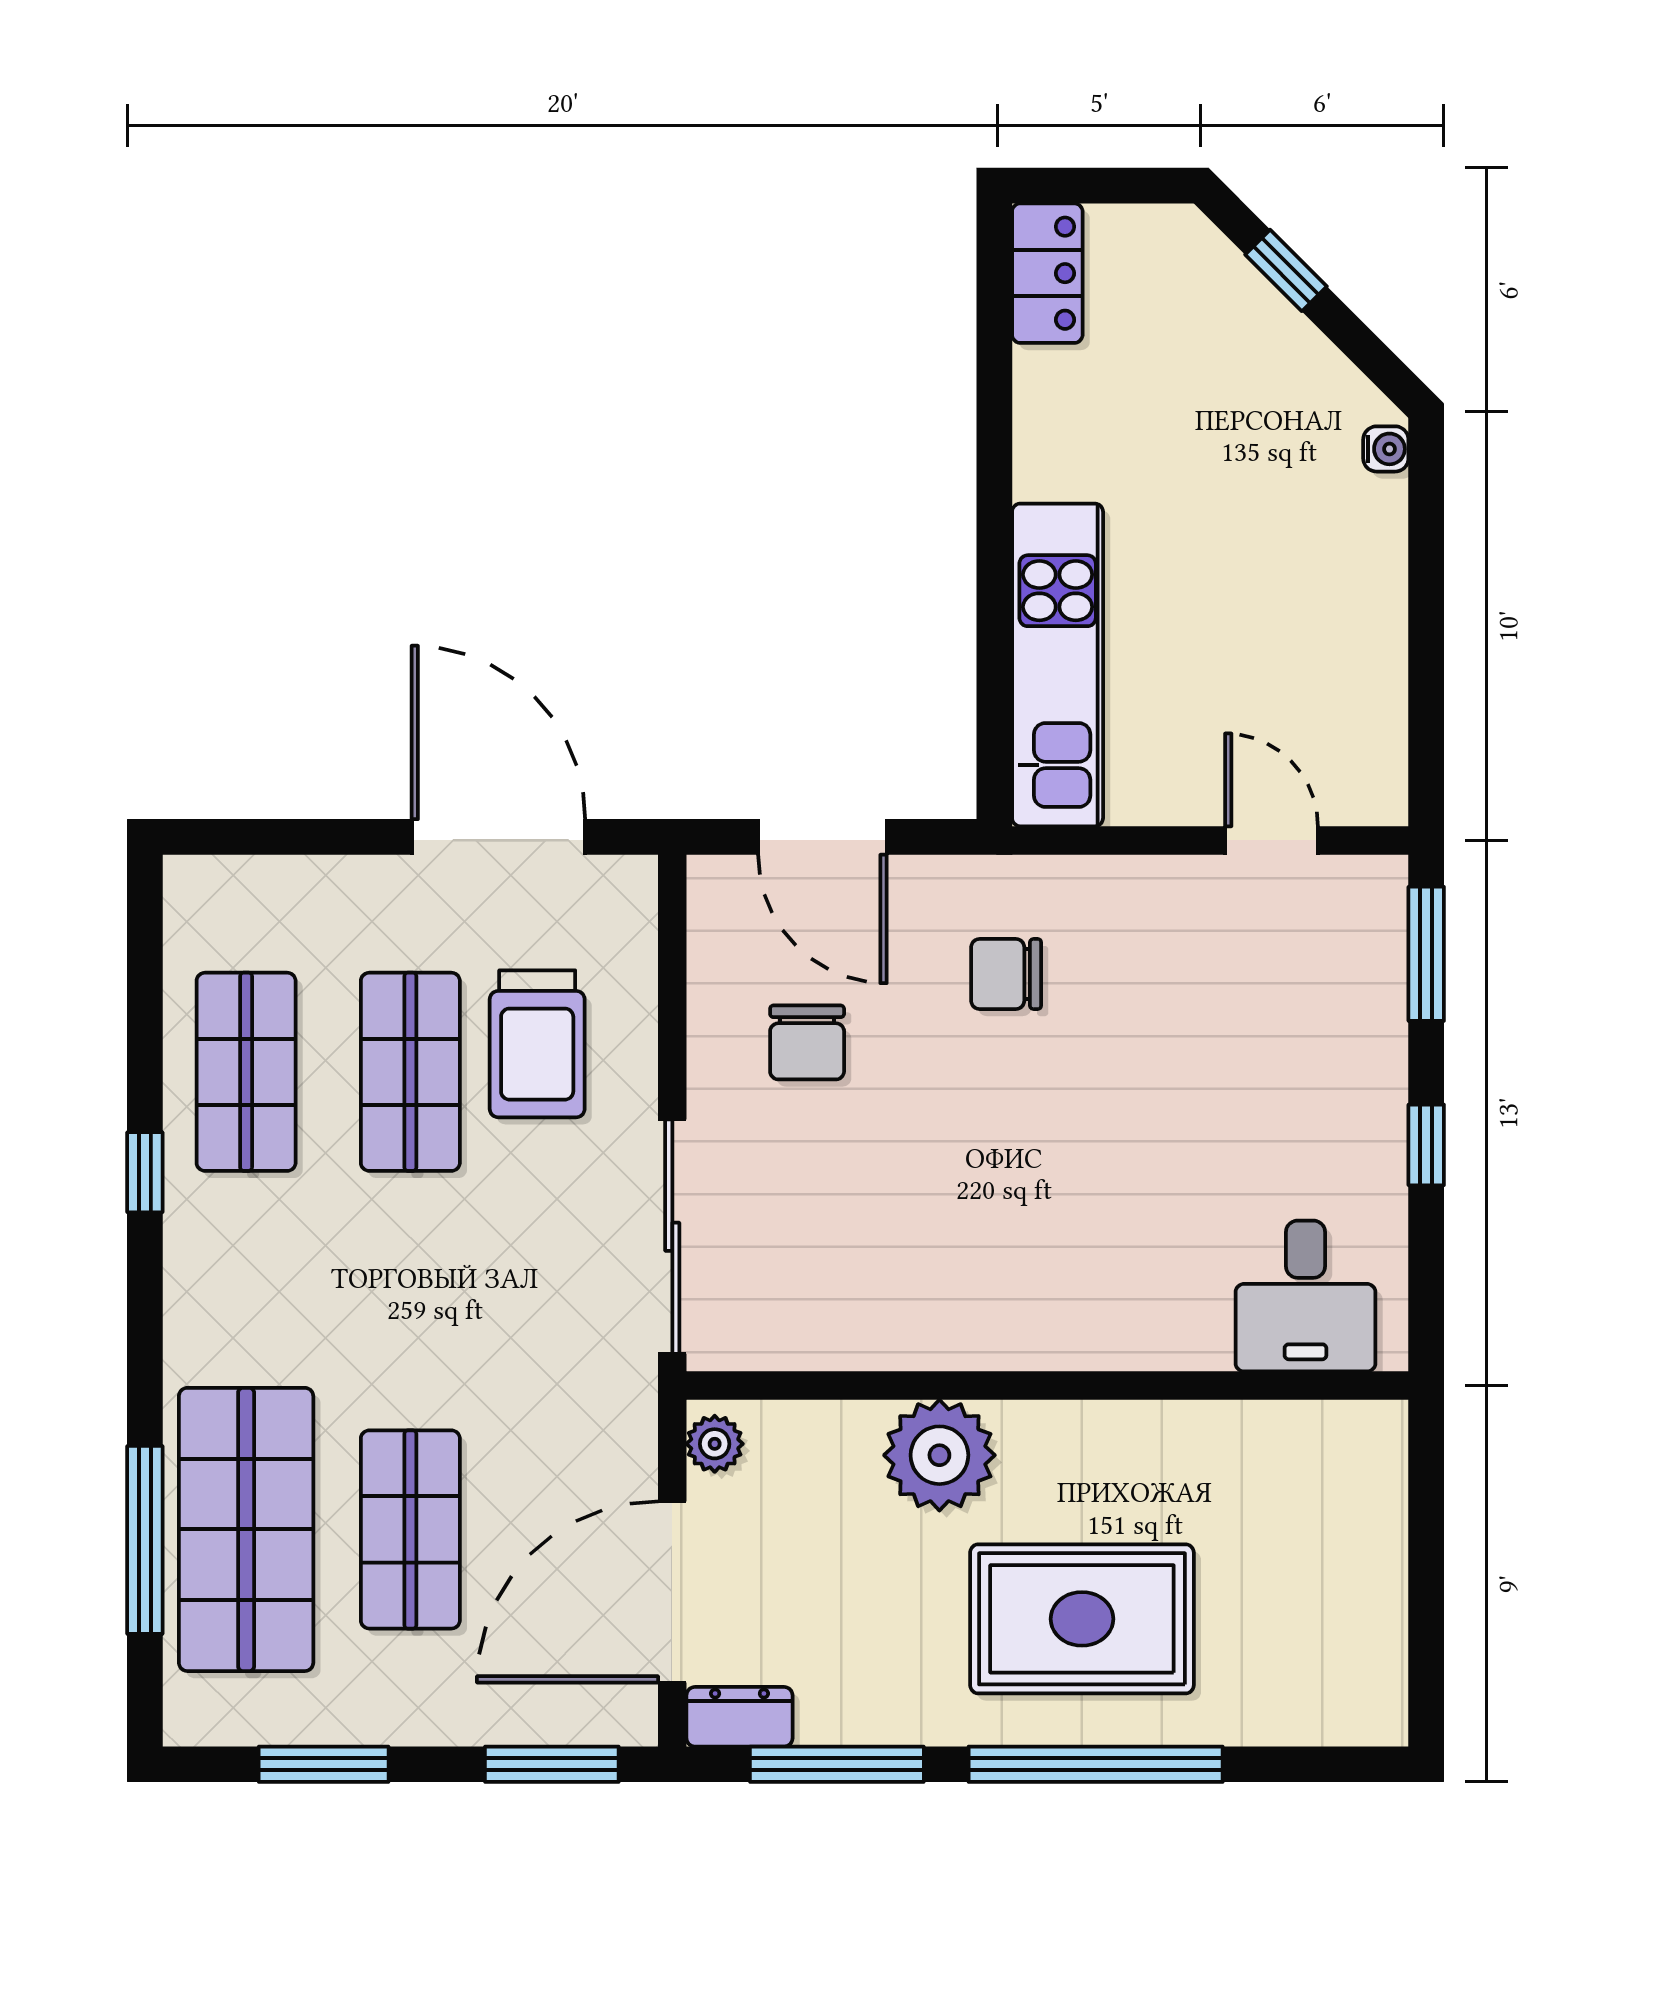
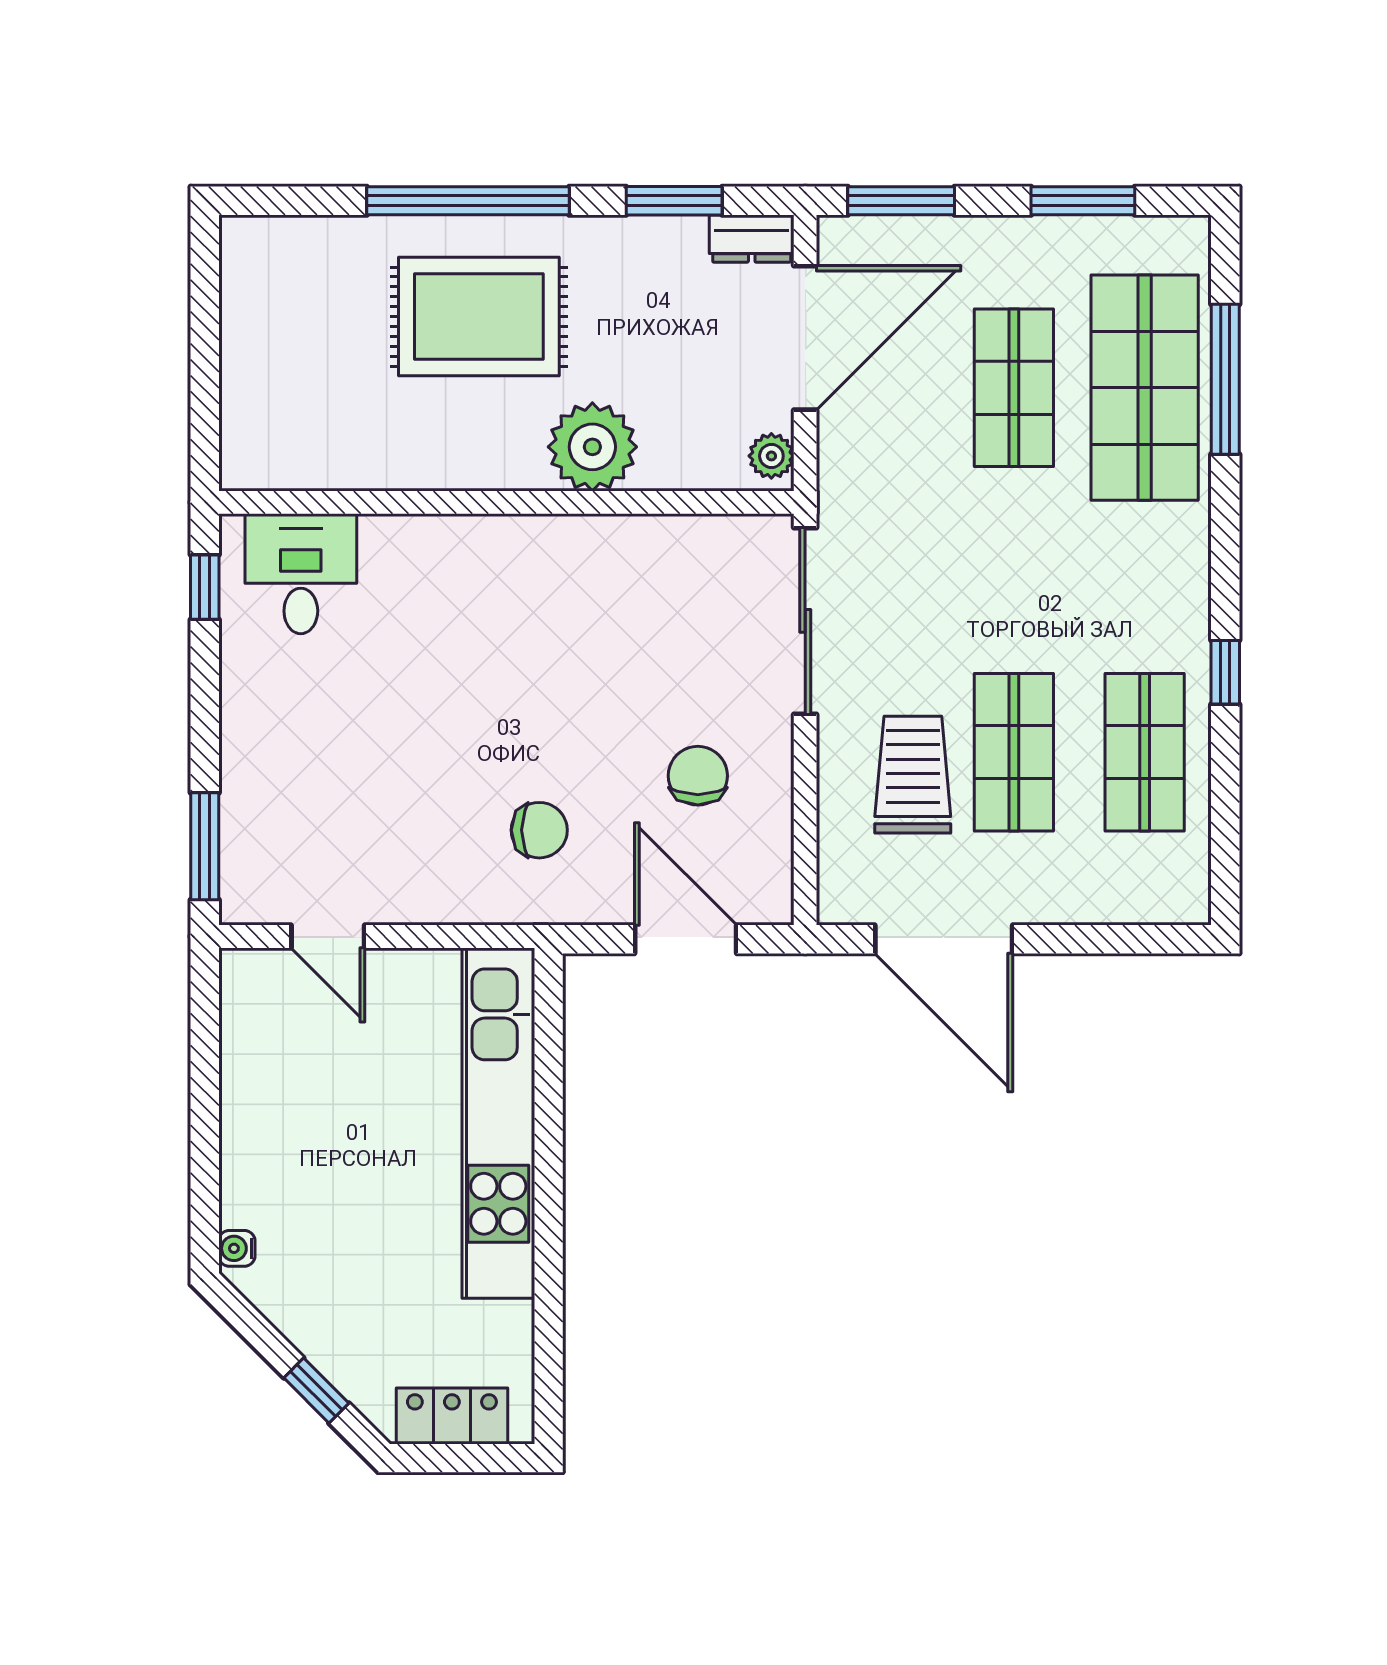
locker: (1047, 273) -> (452, 1416), moved, turned 90
kitchen unit: (1058, 665) -> (498, 1123), width x1.36
window: (1426, 1145) -> (205, 587), moved
window: (837, 1764) -> (674, 201), width x0.69

